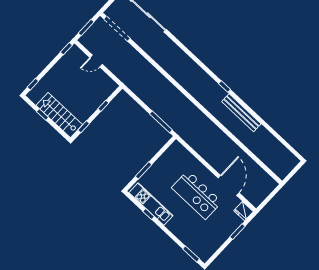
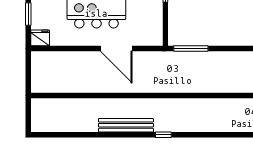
door: (229, 185) -> (116, 48), moved

